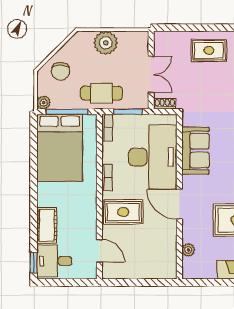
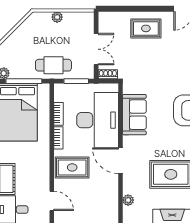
plant: (106, 43) -> (57, 17), width x0.53, depth x0.53
chair: (60, 71) -> (18, 46), removed
bookcase: (107, 128) -> (58, 114), moved

